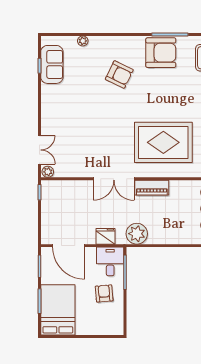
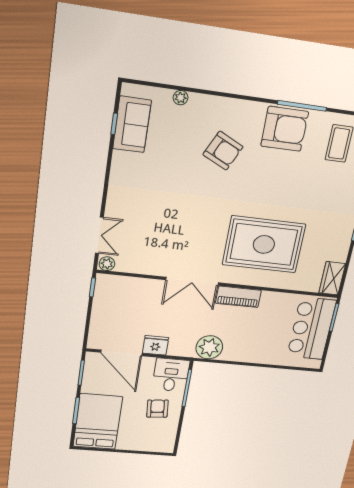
fridge: (105, 236) -> (156, 345), moved

